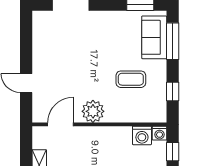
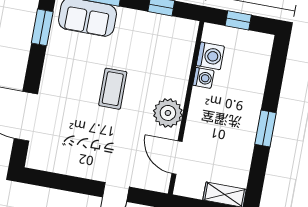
coffee table: (131, 79) -> (113, 89), moved
washing machine: (160, 133) -> (203, 78), moved

